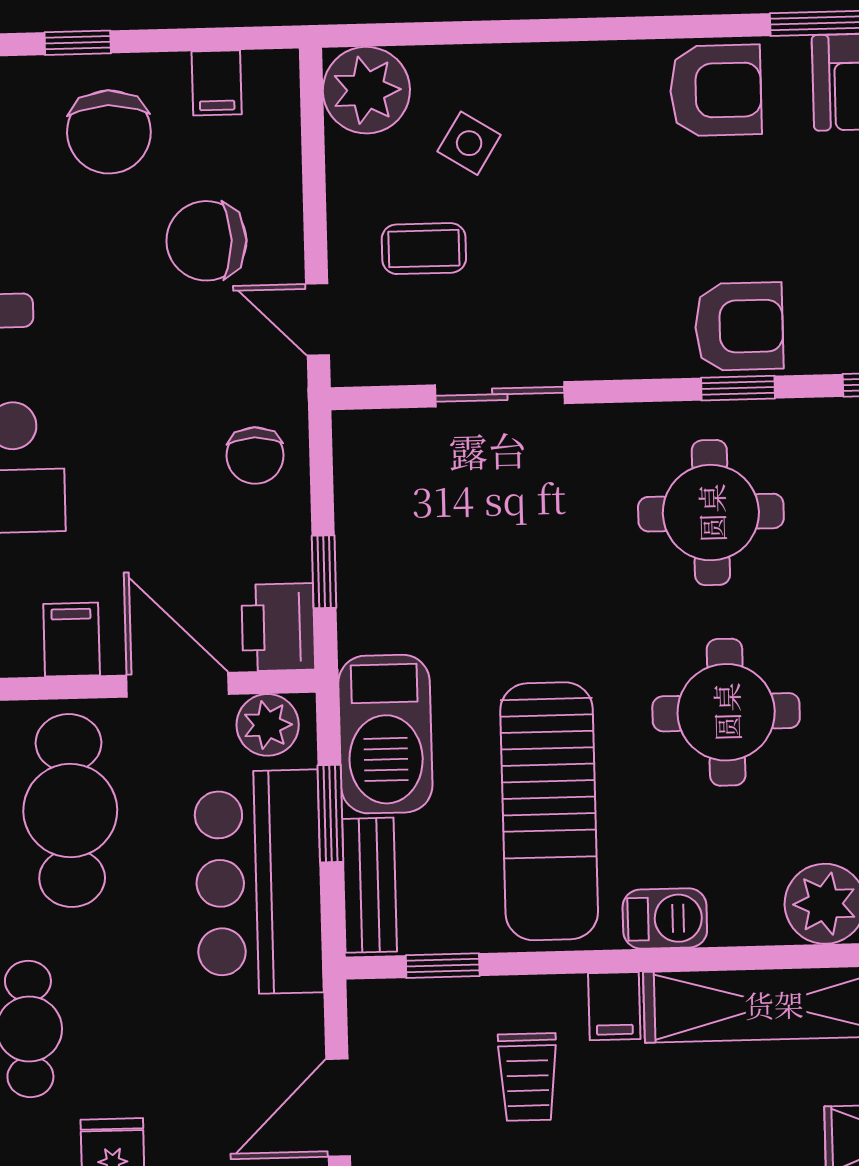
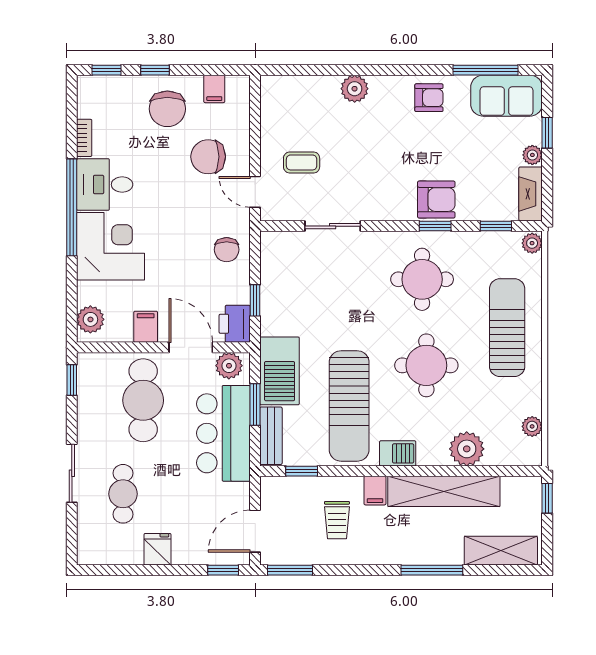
plant: (366, 90) -> (355, 89), moved, width x0.73, depth x0.73
armchair: (716, 90) -> (429, 98), width x0.72, depth x0.72
side table: (469, 143) -> (322, 118), removed

